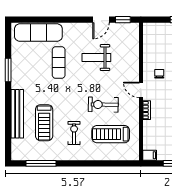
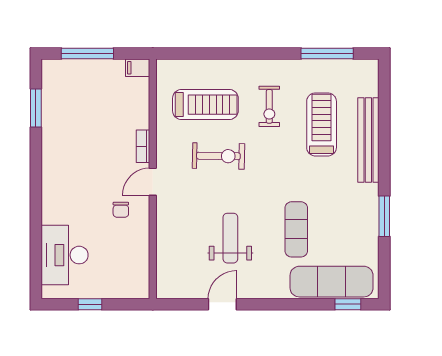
window: (123, 20) -> (348, 304), moved
weight bench: (96, 58) -> (230, 238), turned -90
door: (141, 90) -> (153, 182), swing flipped

